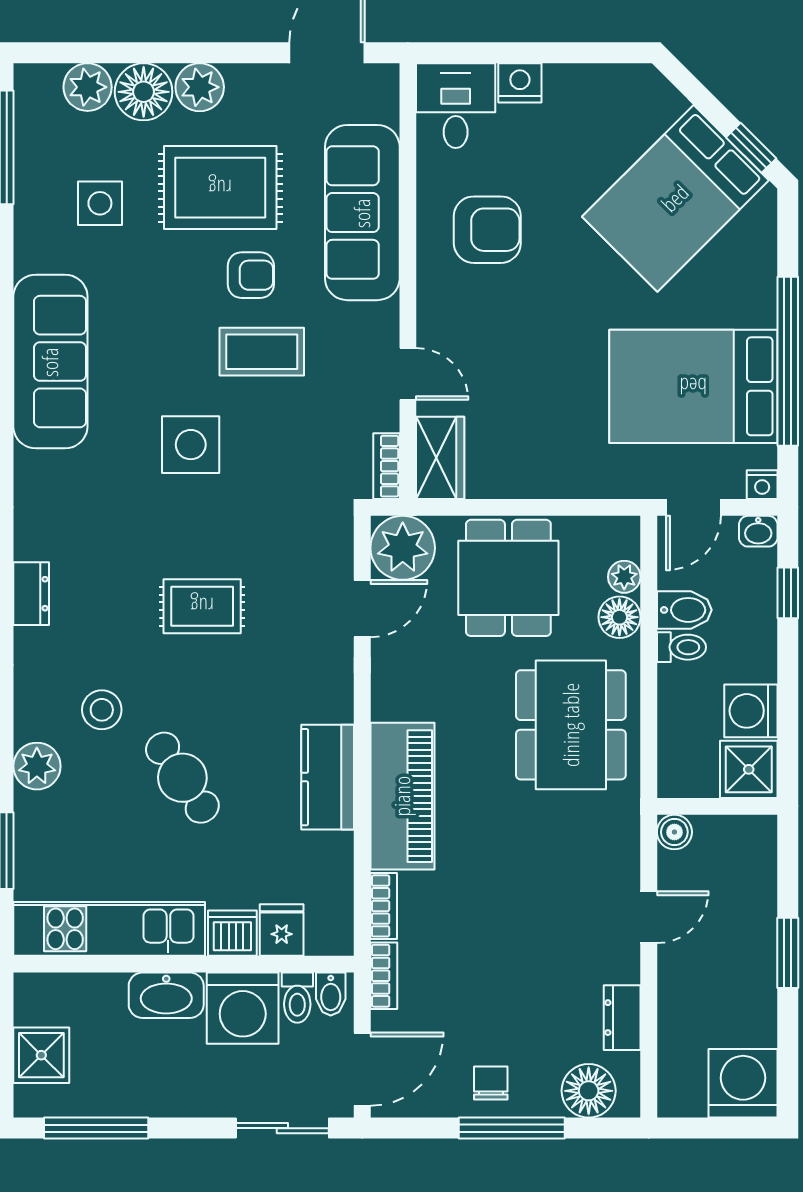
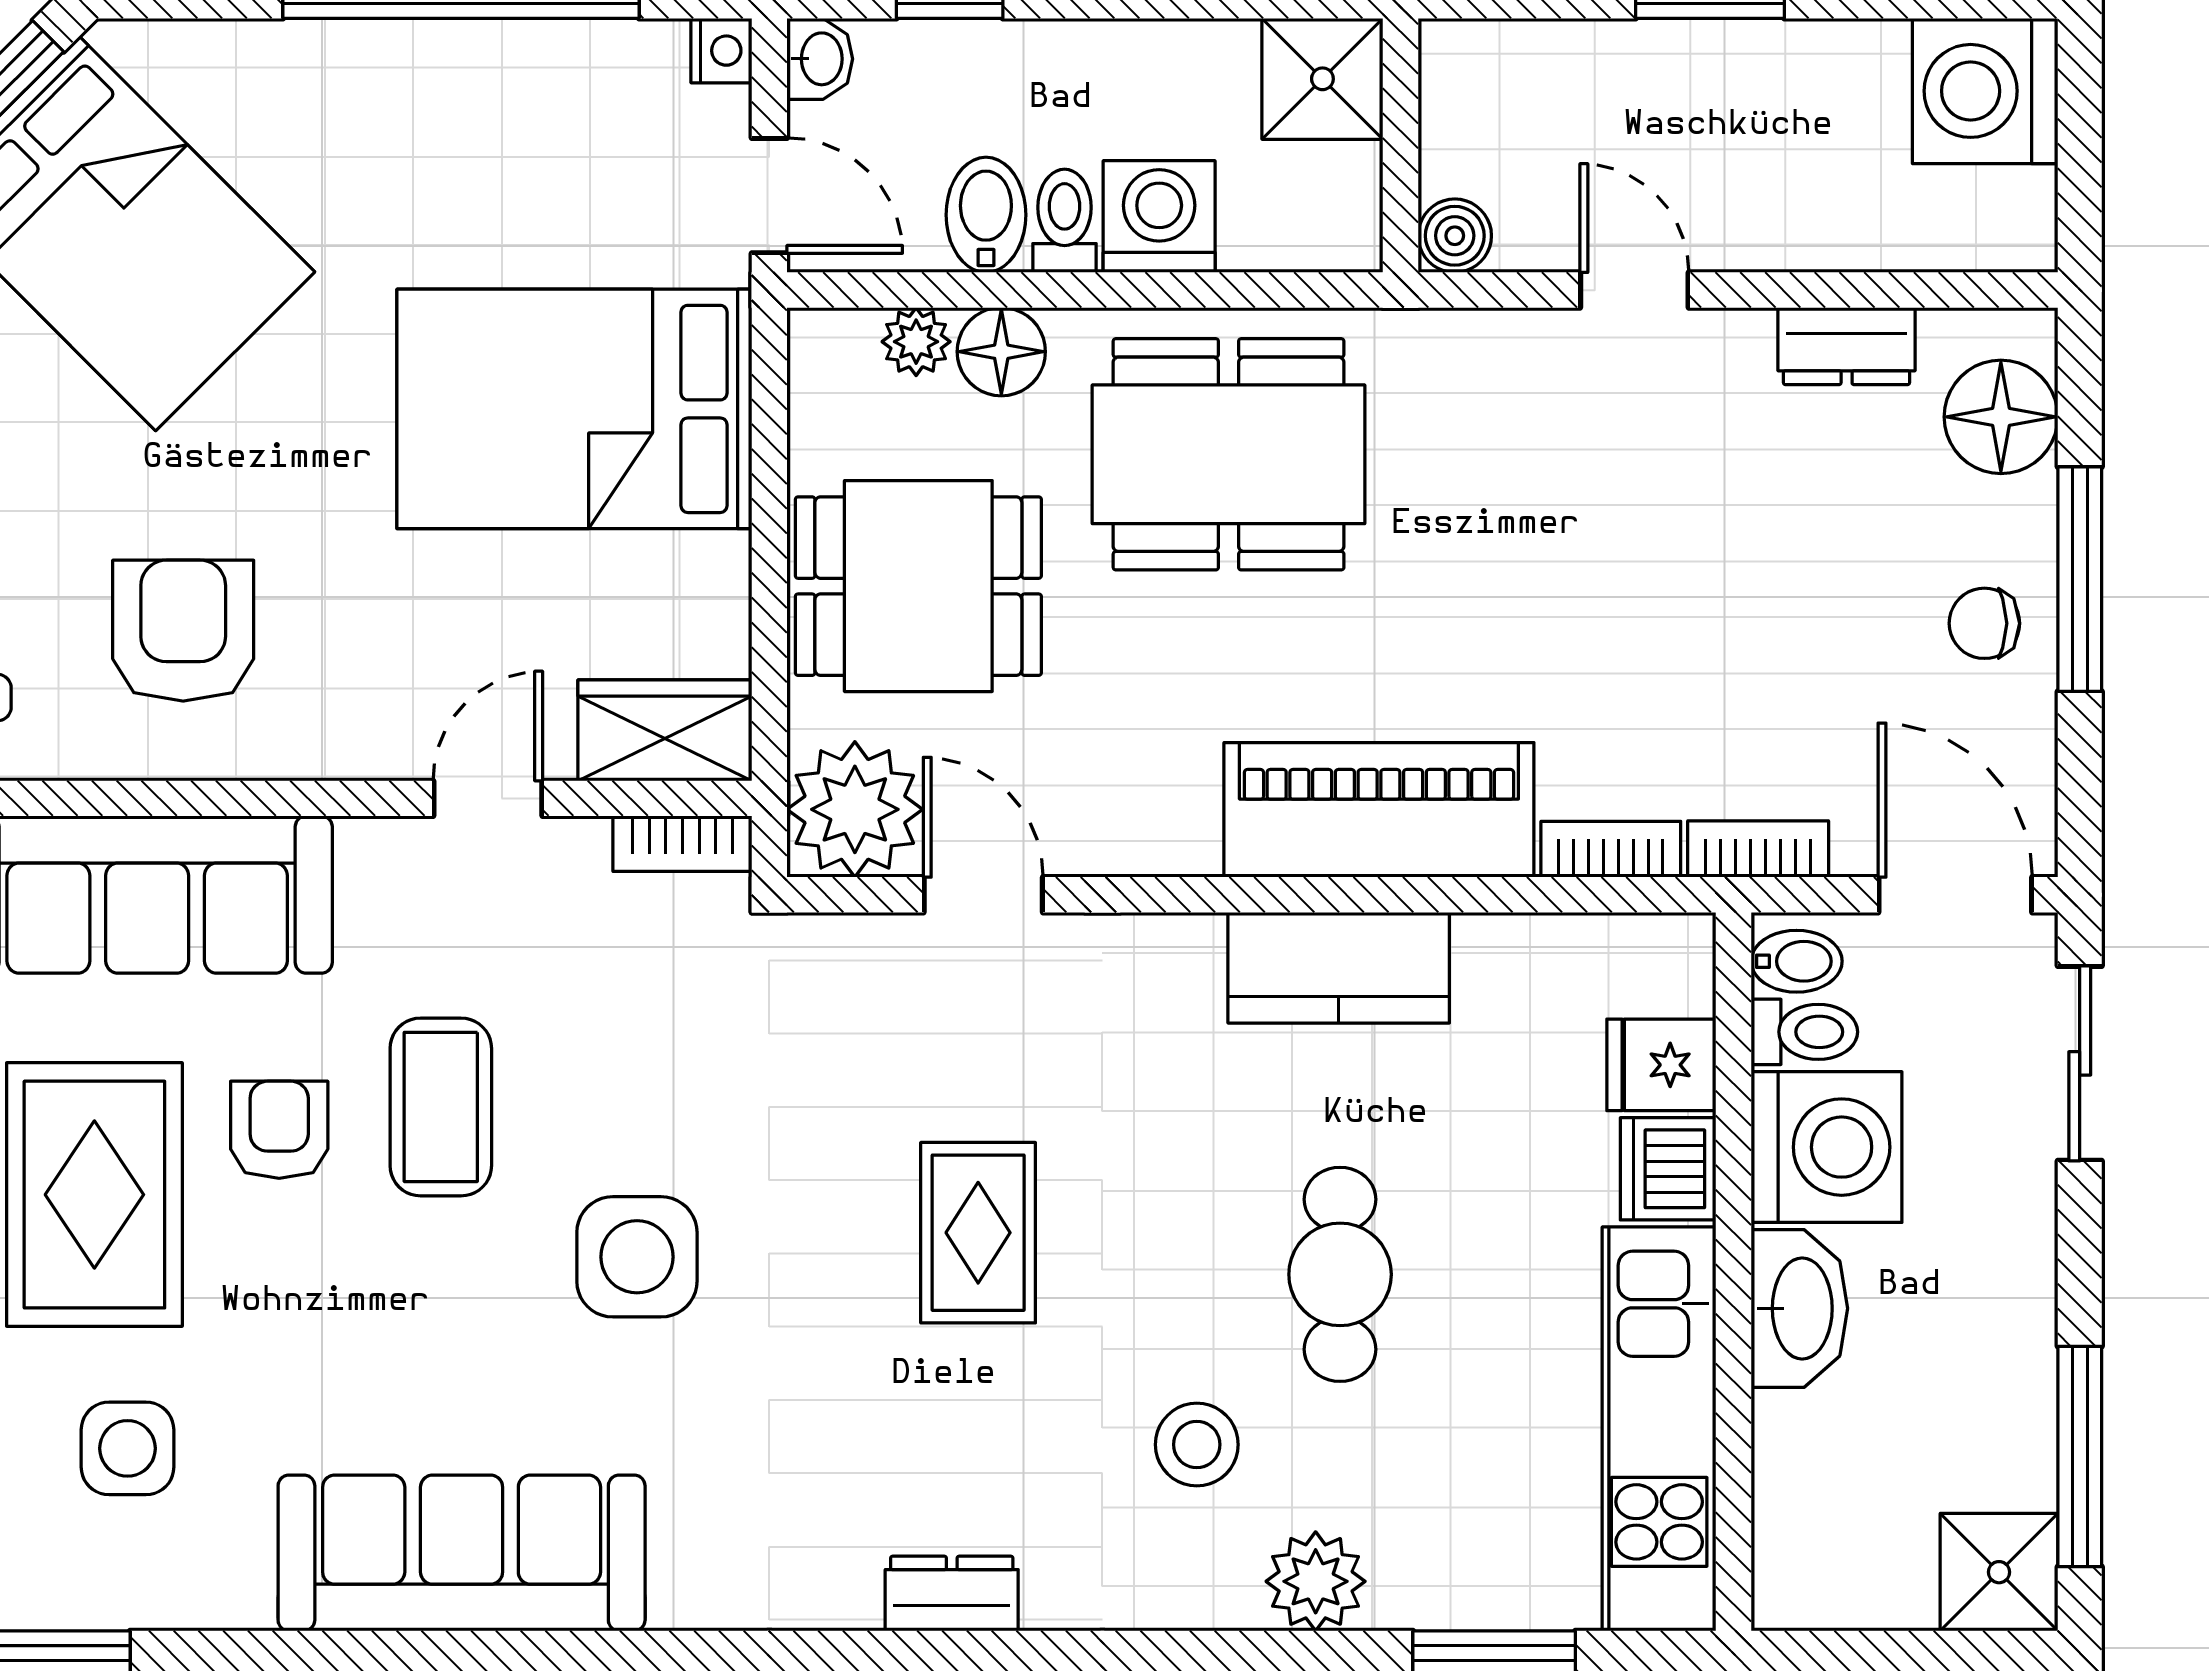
bed: (693, 386) -> (574, 409), moved, turned 90
washing machine: (751, 711) -> (1159, 217), moved, turned 180
cafe table: (182, 778) -> (1340, 1274), turned -56
shower: (41, 1055) -> (1999, 1572), moved

